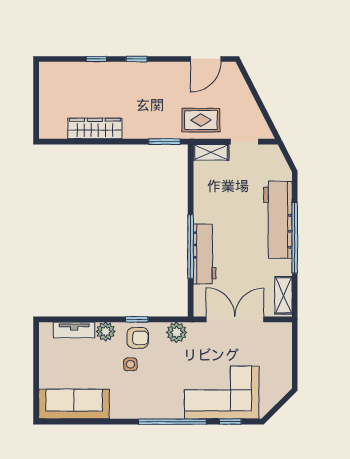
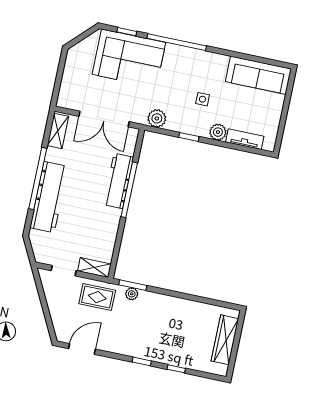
wardrobe: (95, 128) -> (225, 340), moved, turned 90
plant: (163, 132) -> (132, 294), added
armchair: (138, 338) -> (191, 121), removed

